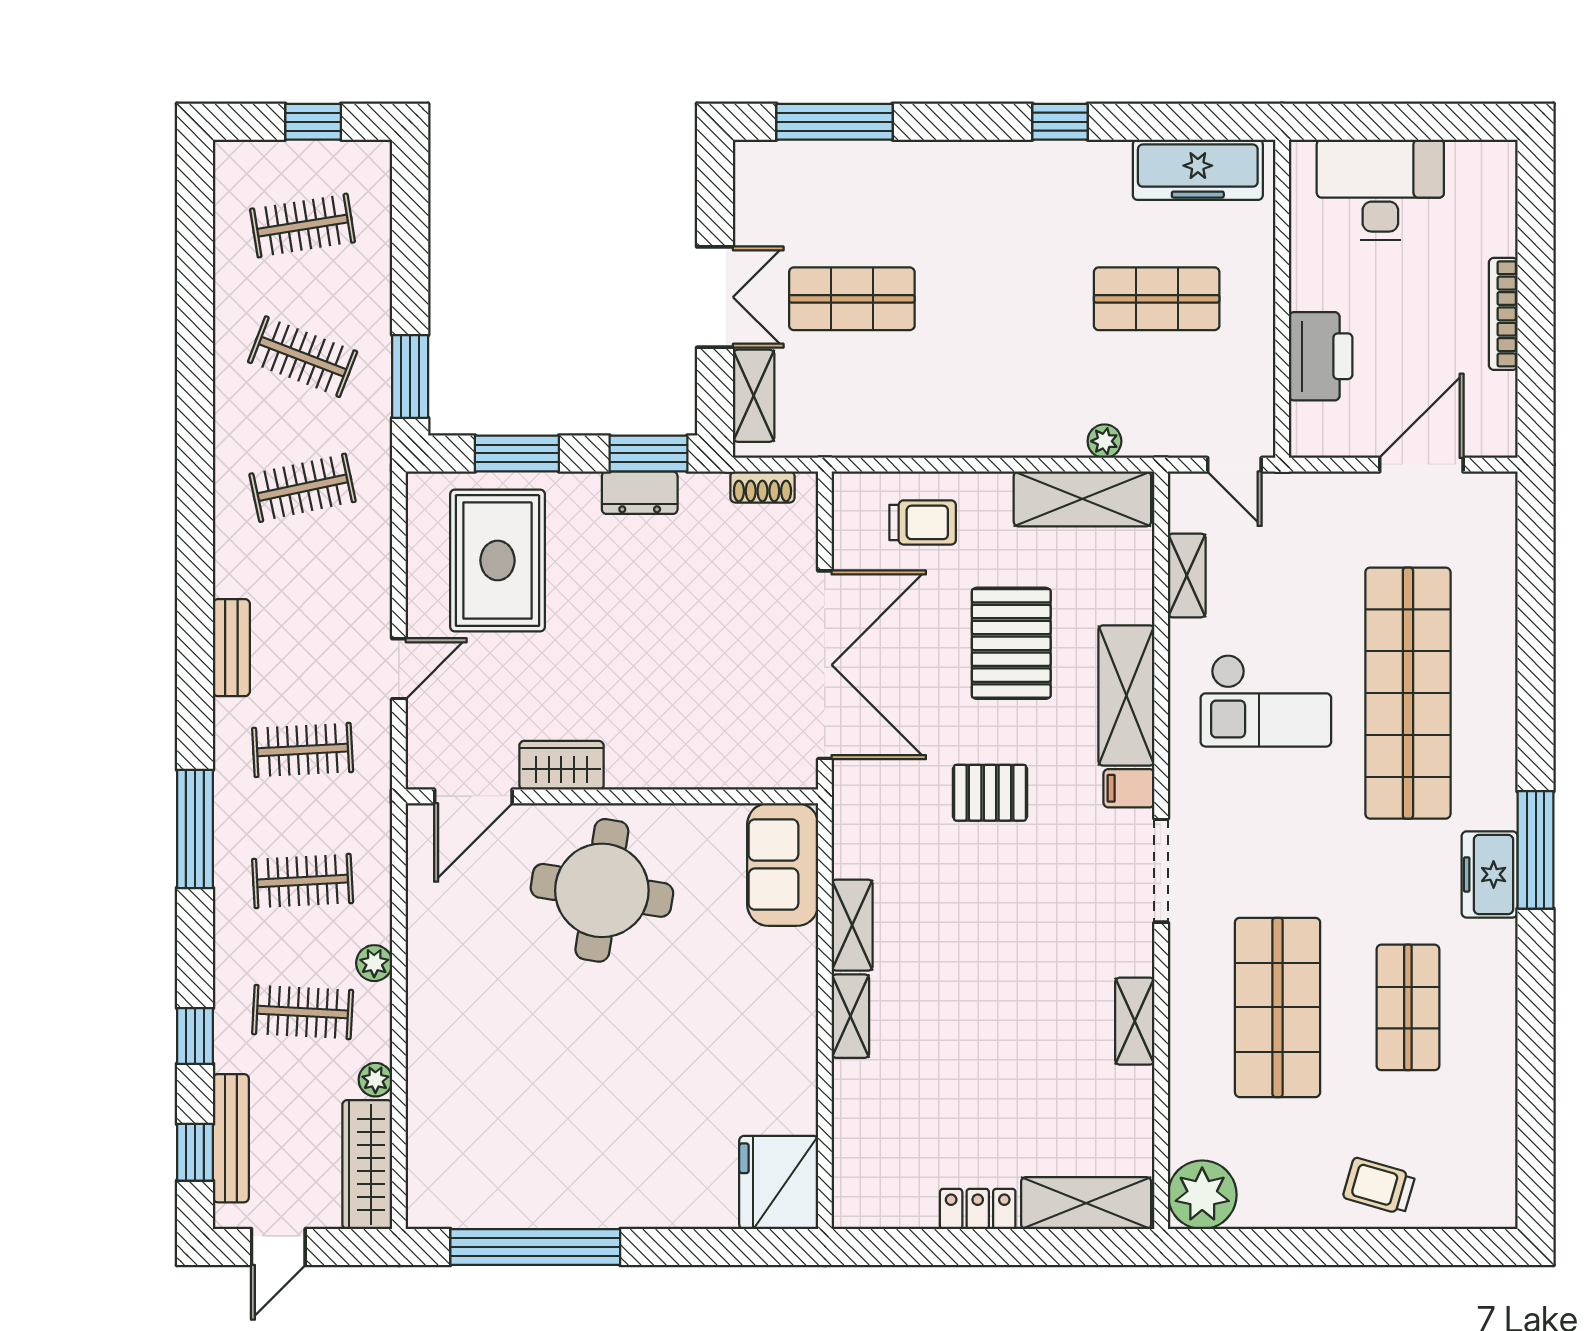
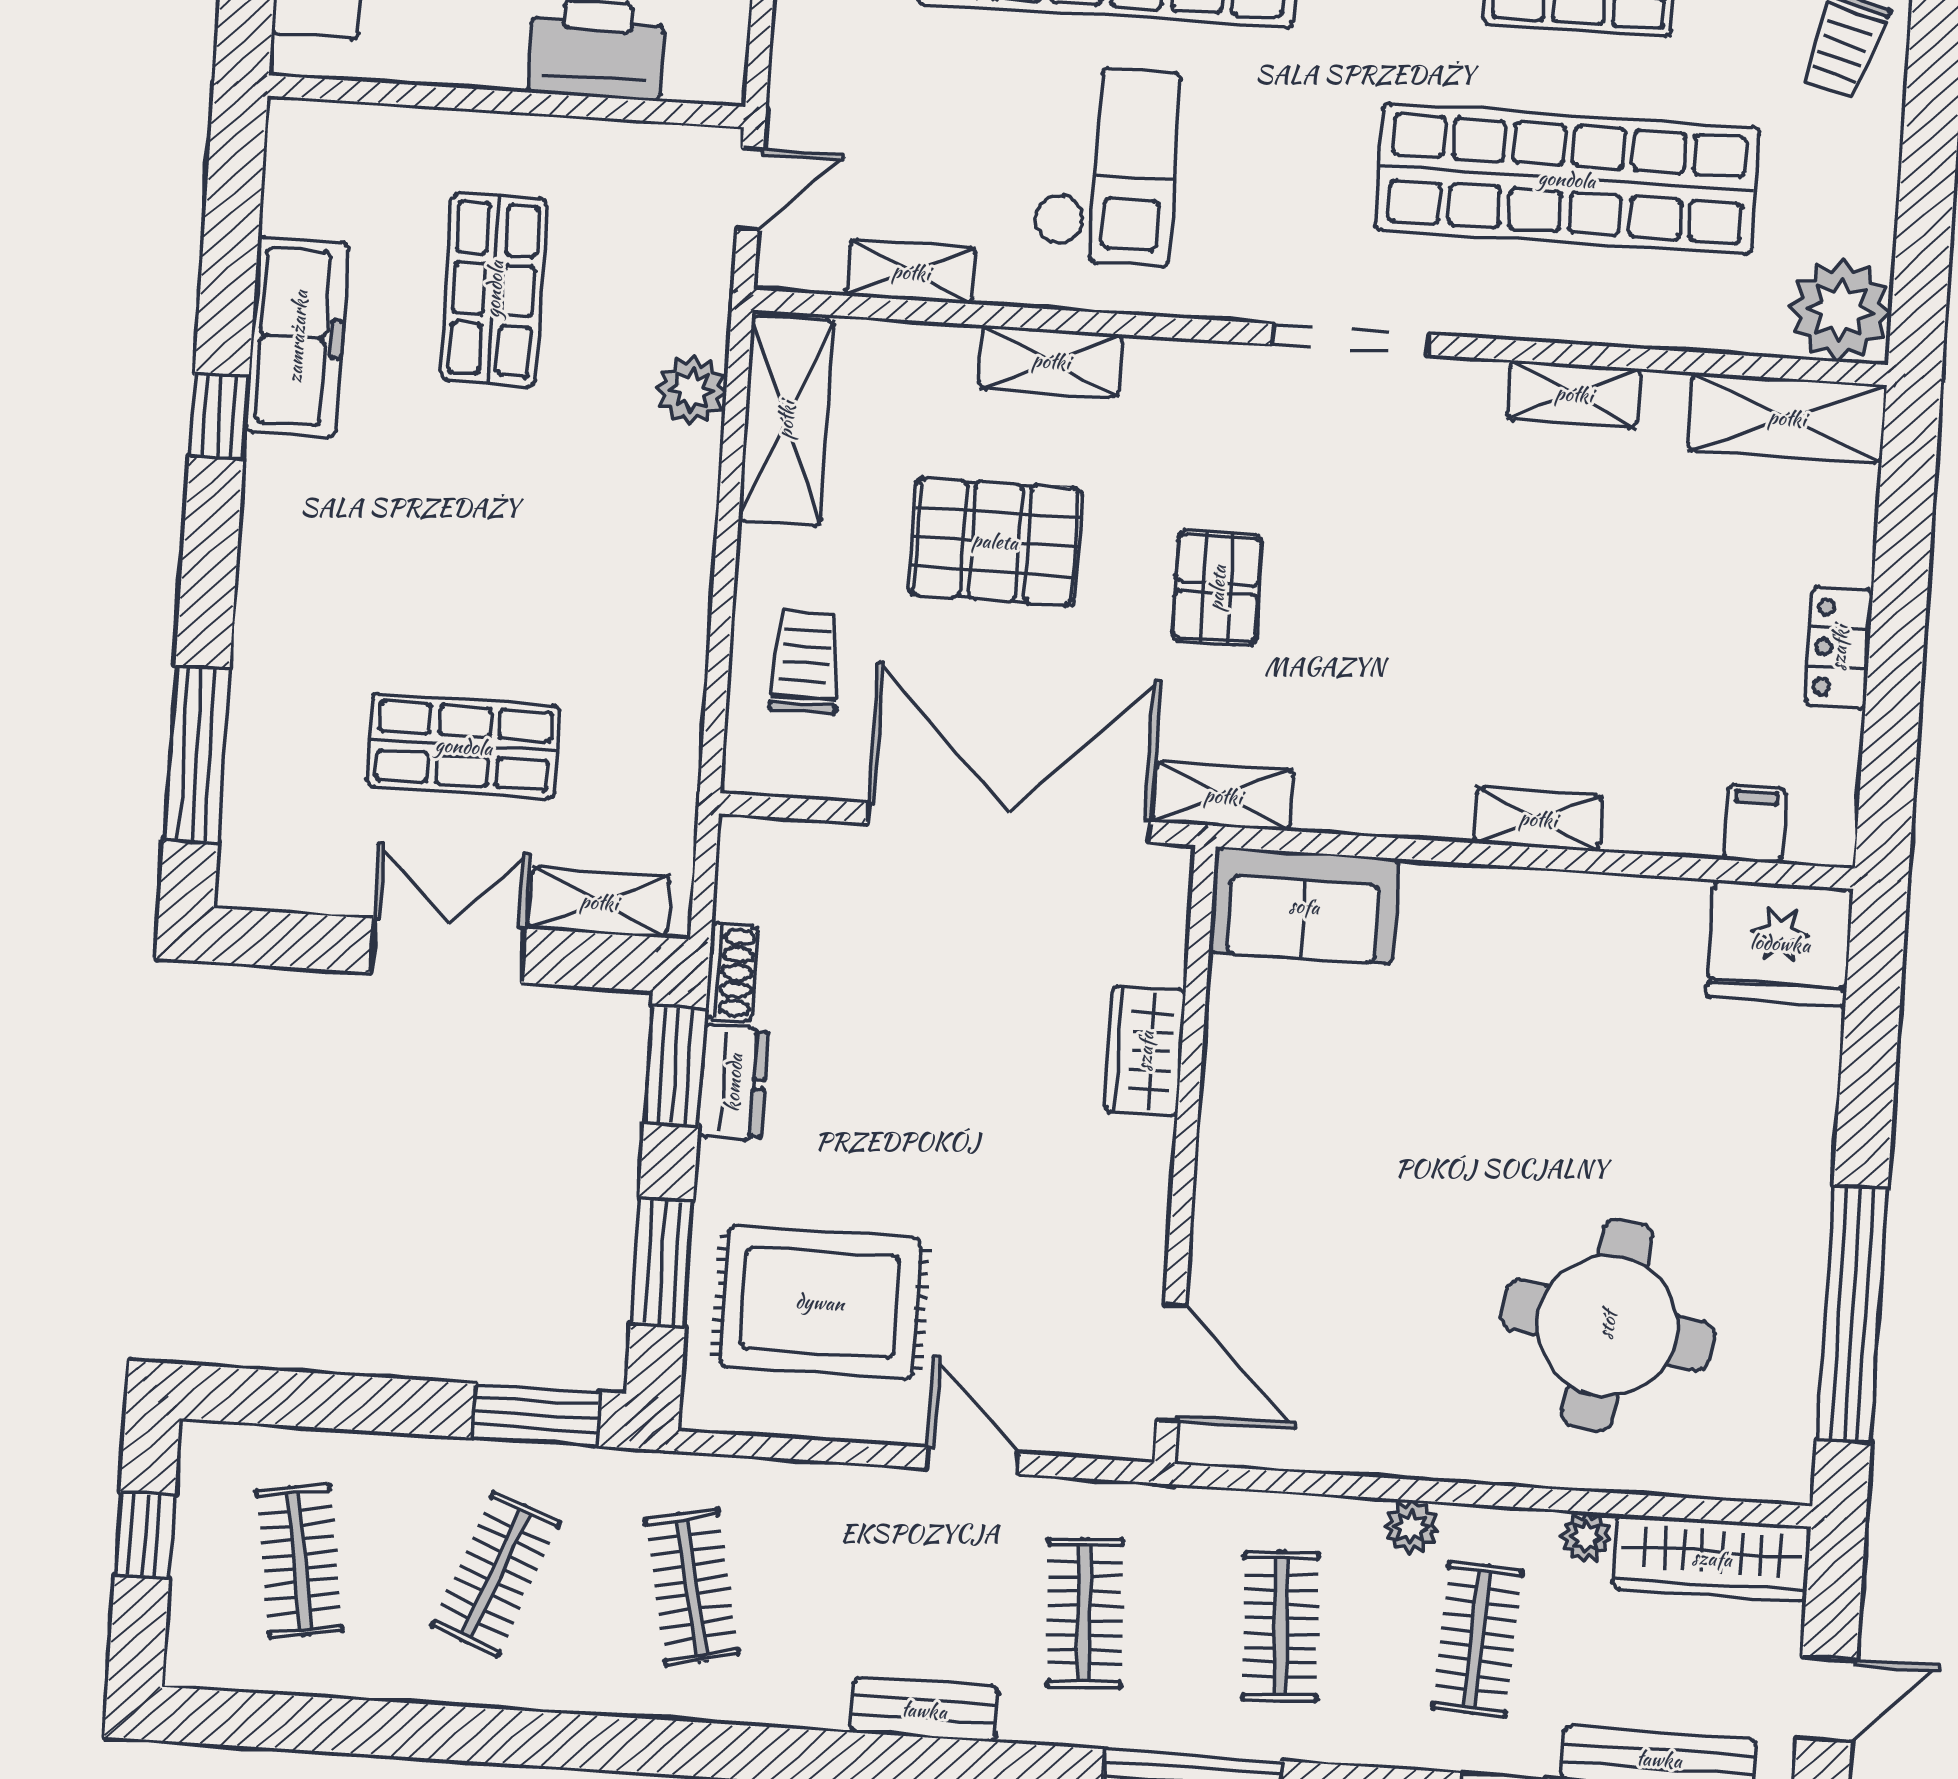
freezer: (1198, 170) -> (297, 337), moved
shop shelf: (852, 299) -> (464, 746), turned 90
plant: (1104, 441) -> (692, 390), width x1.38, depth x1.38
shoe rack: (762, 487) -> (732, 972), moved
shelving: (1126, 695) -> (1051, 361), width x0.67, depth x0.75
wardrobe: (561, 765) -> (1145, 1051), moved
filing cabinet: (1129, 788) -> (1755, 824), moved, turned 180
round table: (602, 890) -> (1607, 1325), moved
shelving: (852, 925) -> (1223, 796), moved
shop shelf: (1278, 1007) -> (1567, 179), width x1.40
shelving: (1086, 1203) -> (1787, 418), moved, turned 90
door: (278, 1247) -> (1827, 1699), hinge flipped

